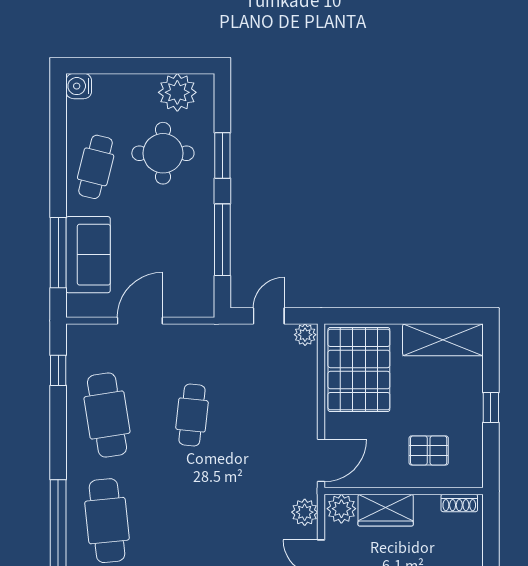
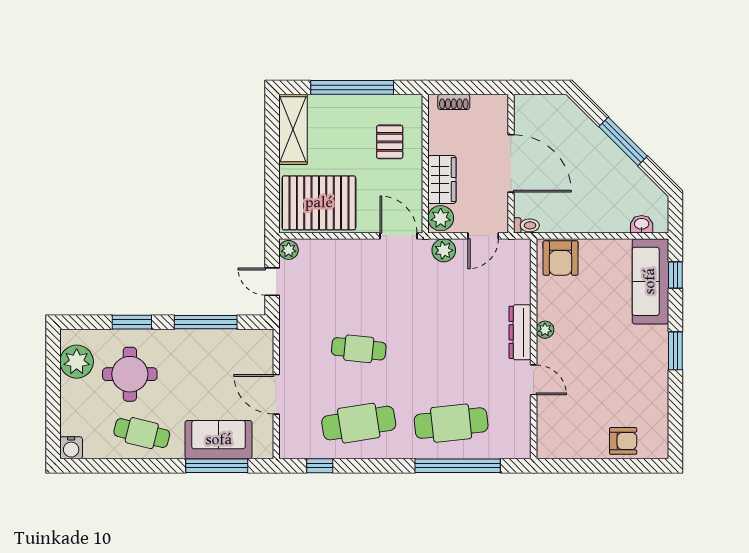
window: (491, 408) -> (352, 87), width x3.17
shoe rack: (459, 503) -> (454, 102), moved, turned 90

